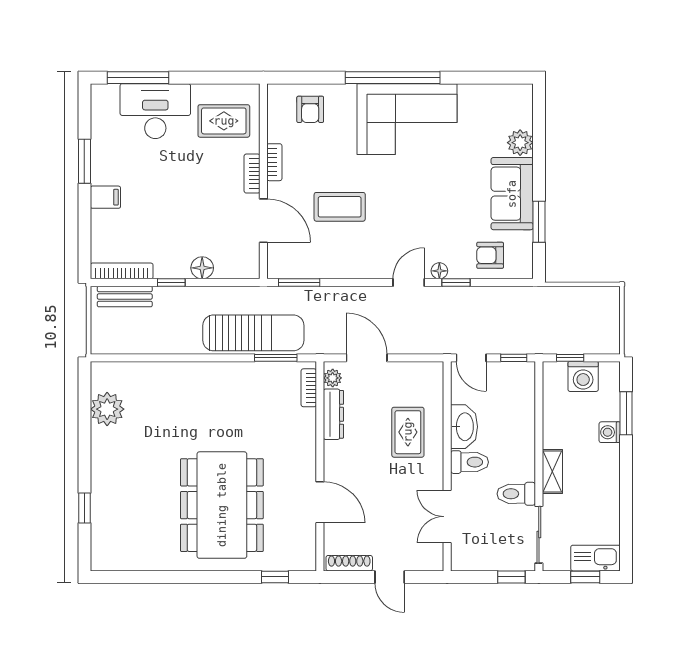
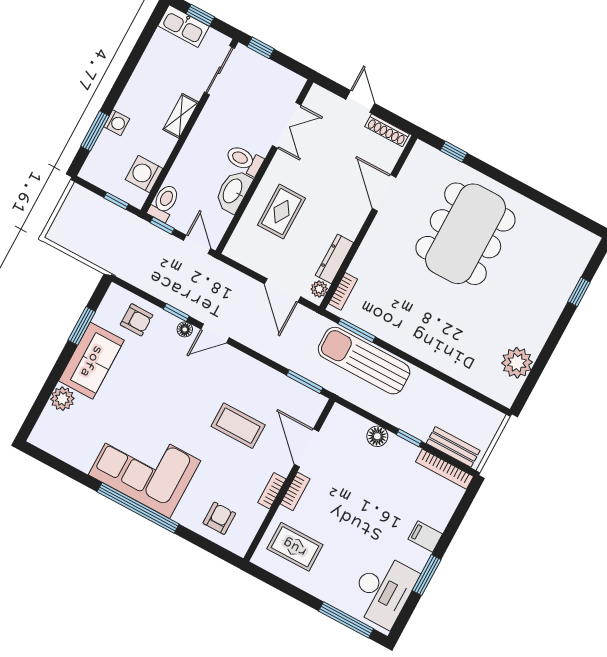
desk: (155, 111) -> (383, 590), moved, turned -90
washing machine: (583, 377) -> (144, 174), moved, turned -90
toilet: (516, 494) -> (164, 203), moved, turned -90

